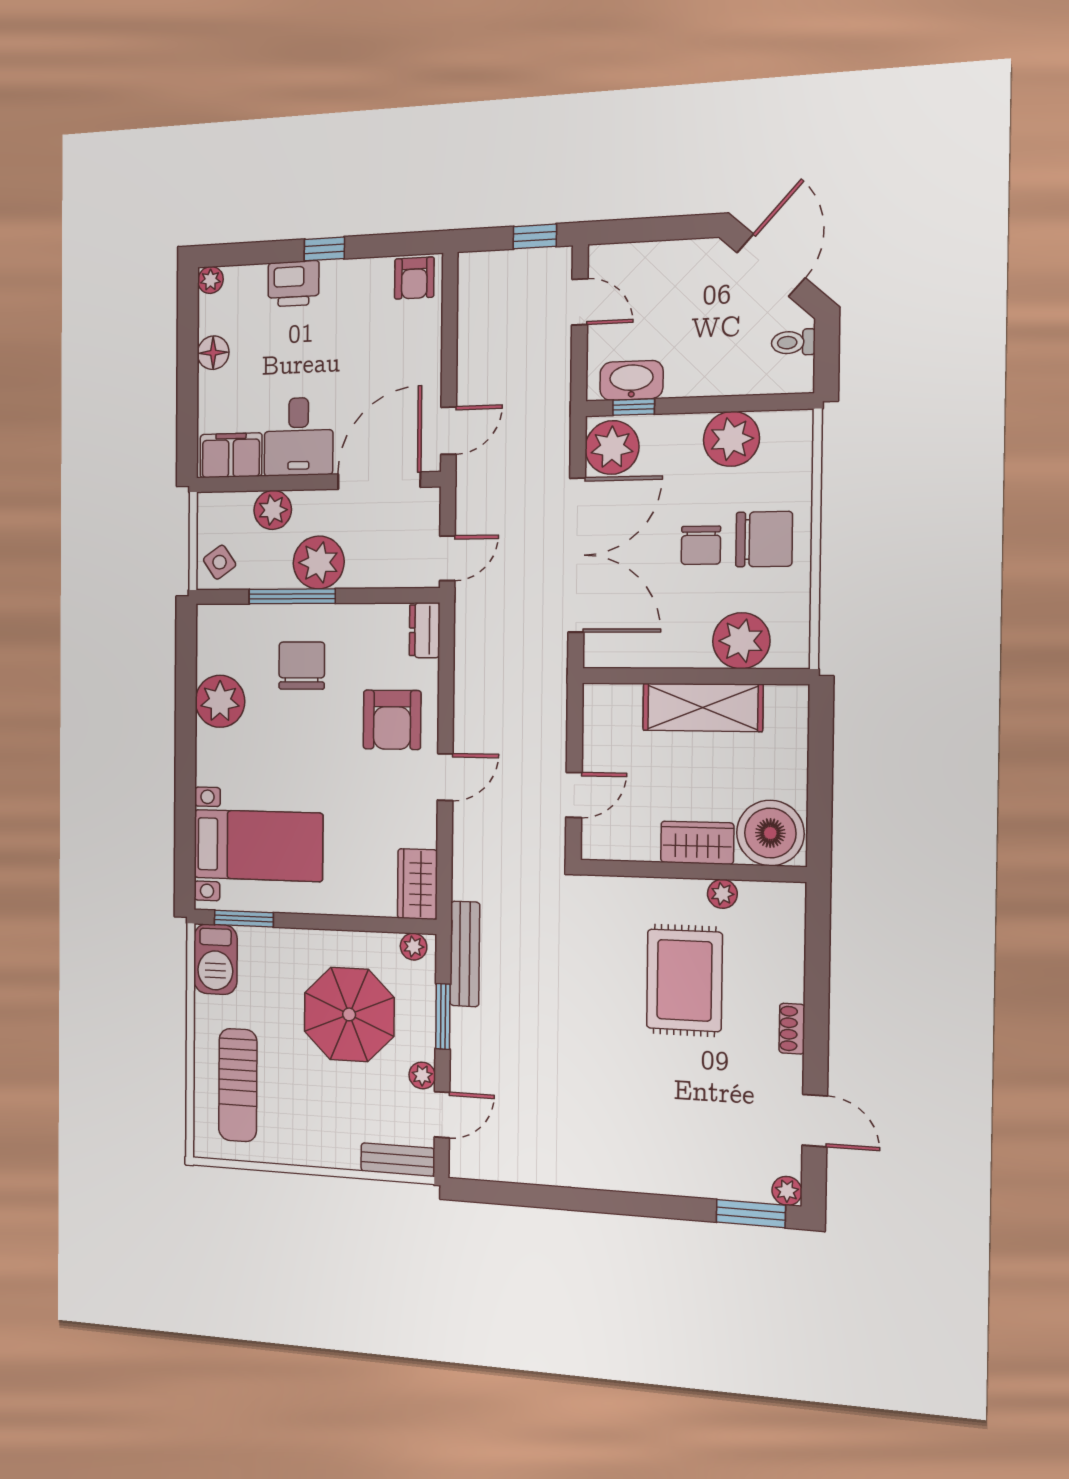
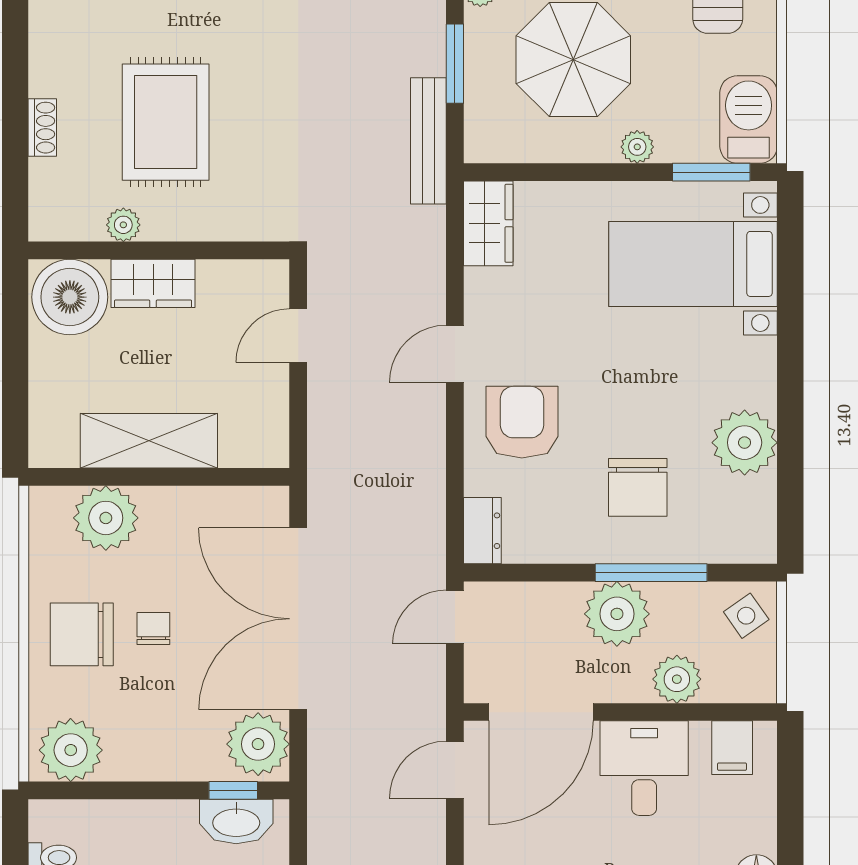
plant: (731, 439) -> (71, 750), moved
filing cabinet: (231, 455) -> (732, 748), width x0.50
chair: (701, 545) -> (153, 628), width x0.73, depth x0.73
plant: (414, 947) -> (637, 147), moved
shoe rack: (792, 1029) -> (42, 128), moved

